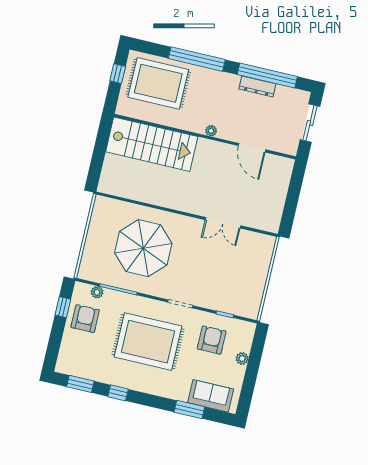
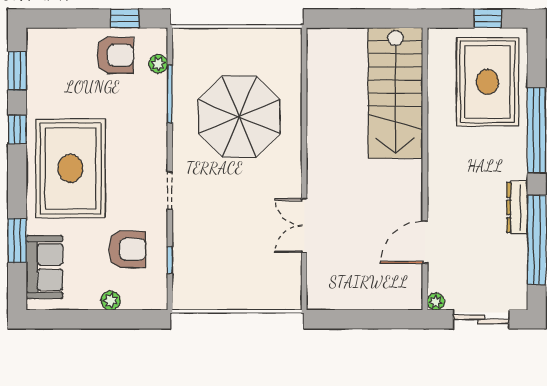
dresser: (257, 86) -> (517, 207), moved
plant: (211, 131) -> (436, 302), moved
rug: (148, 342) -> (70, 168), moved

